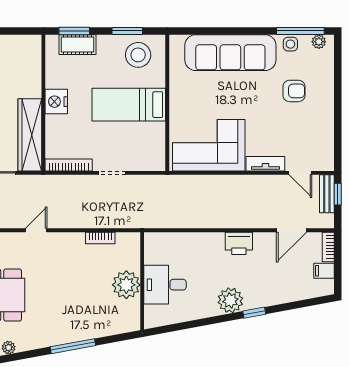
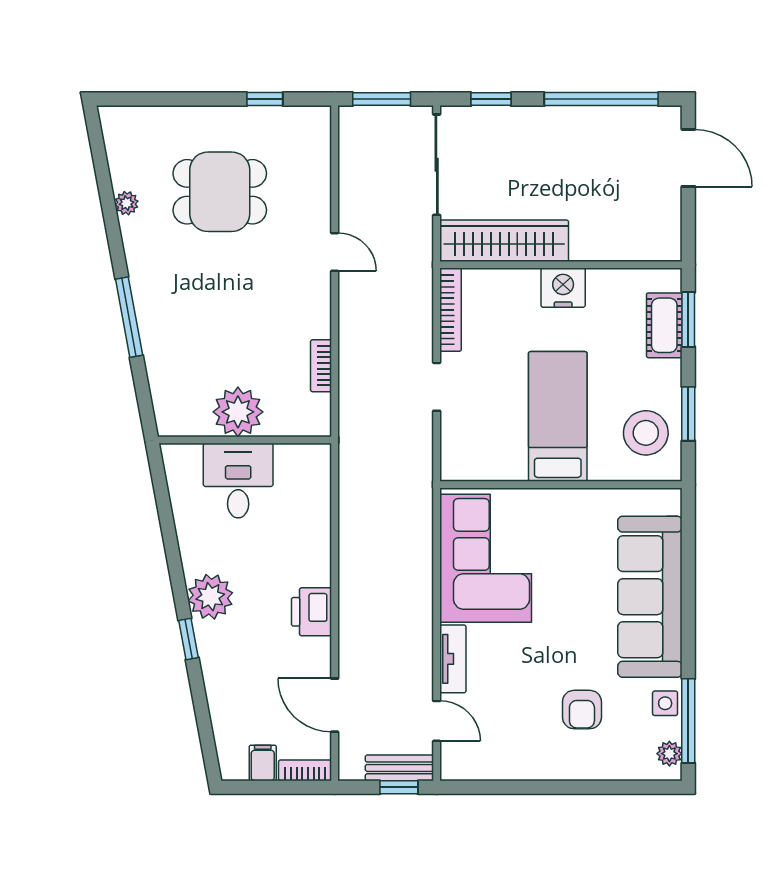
door: (300, 173) -> (437, 721), swing flipped

